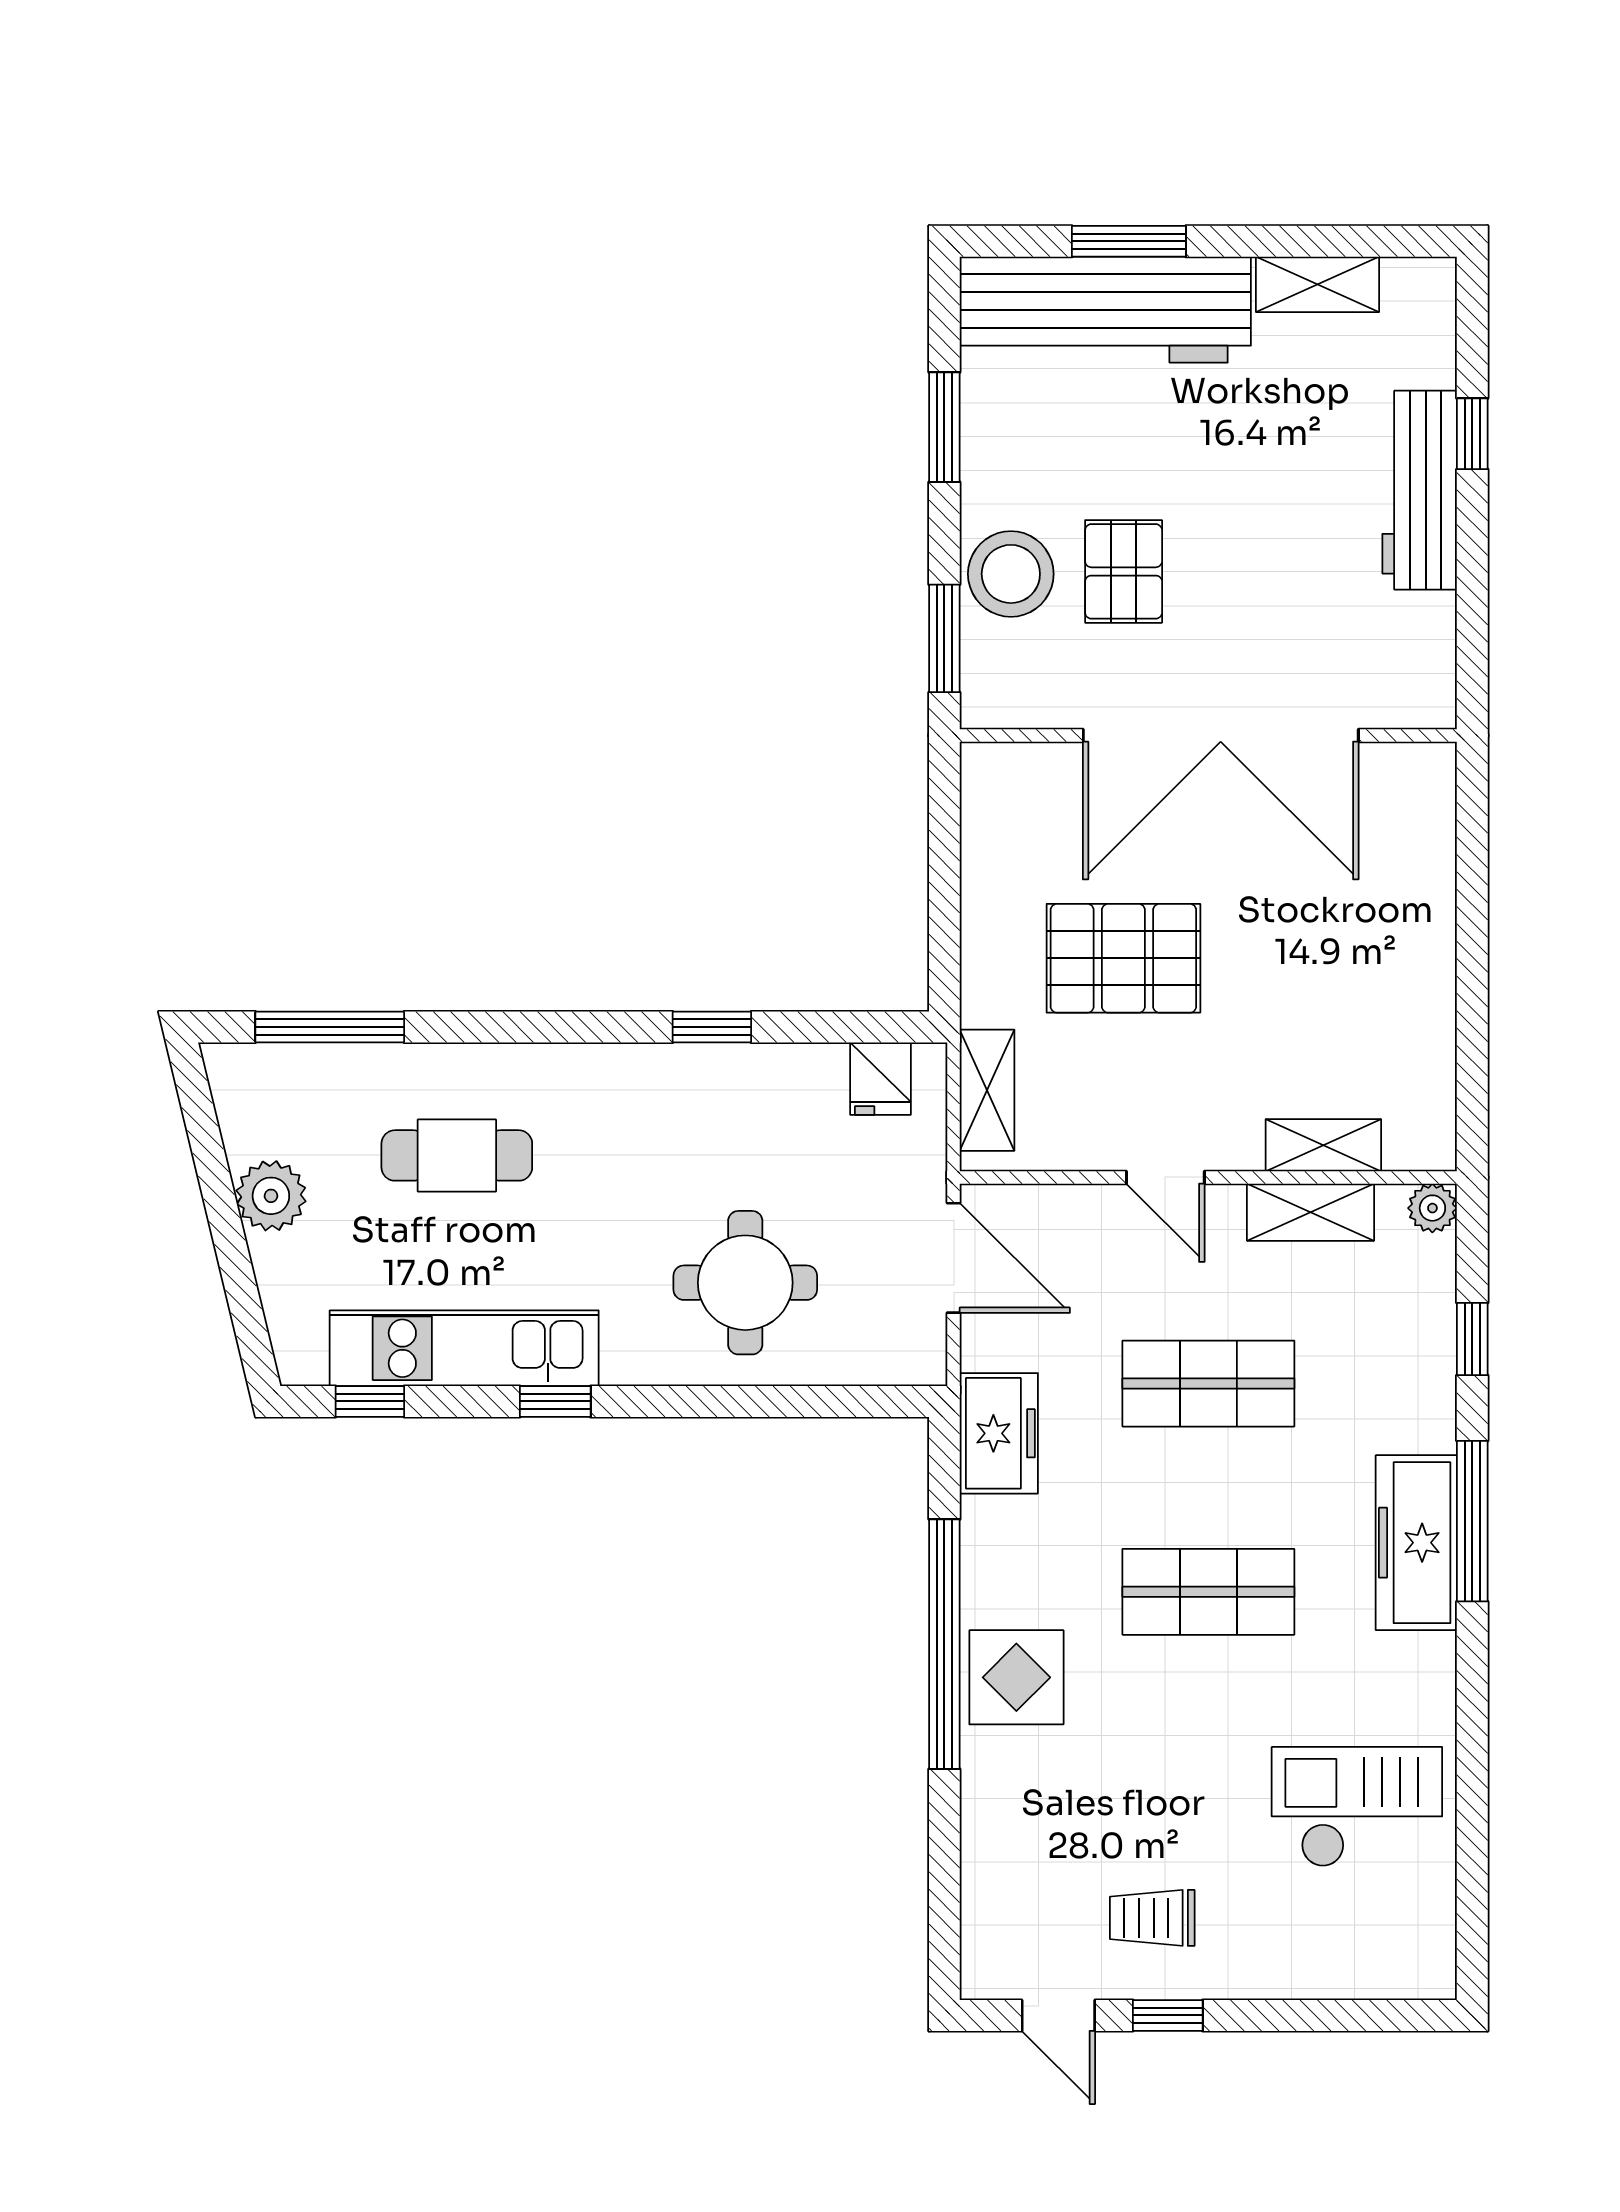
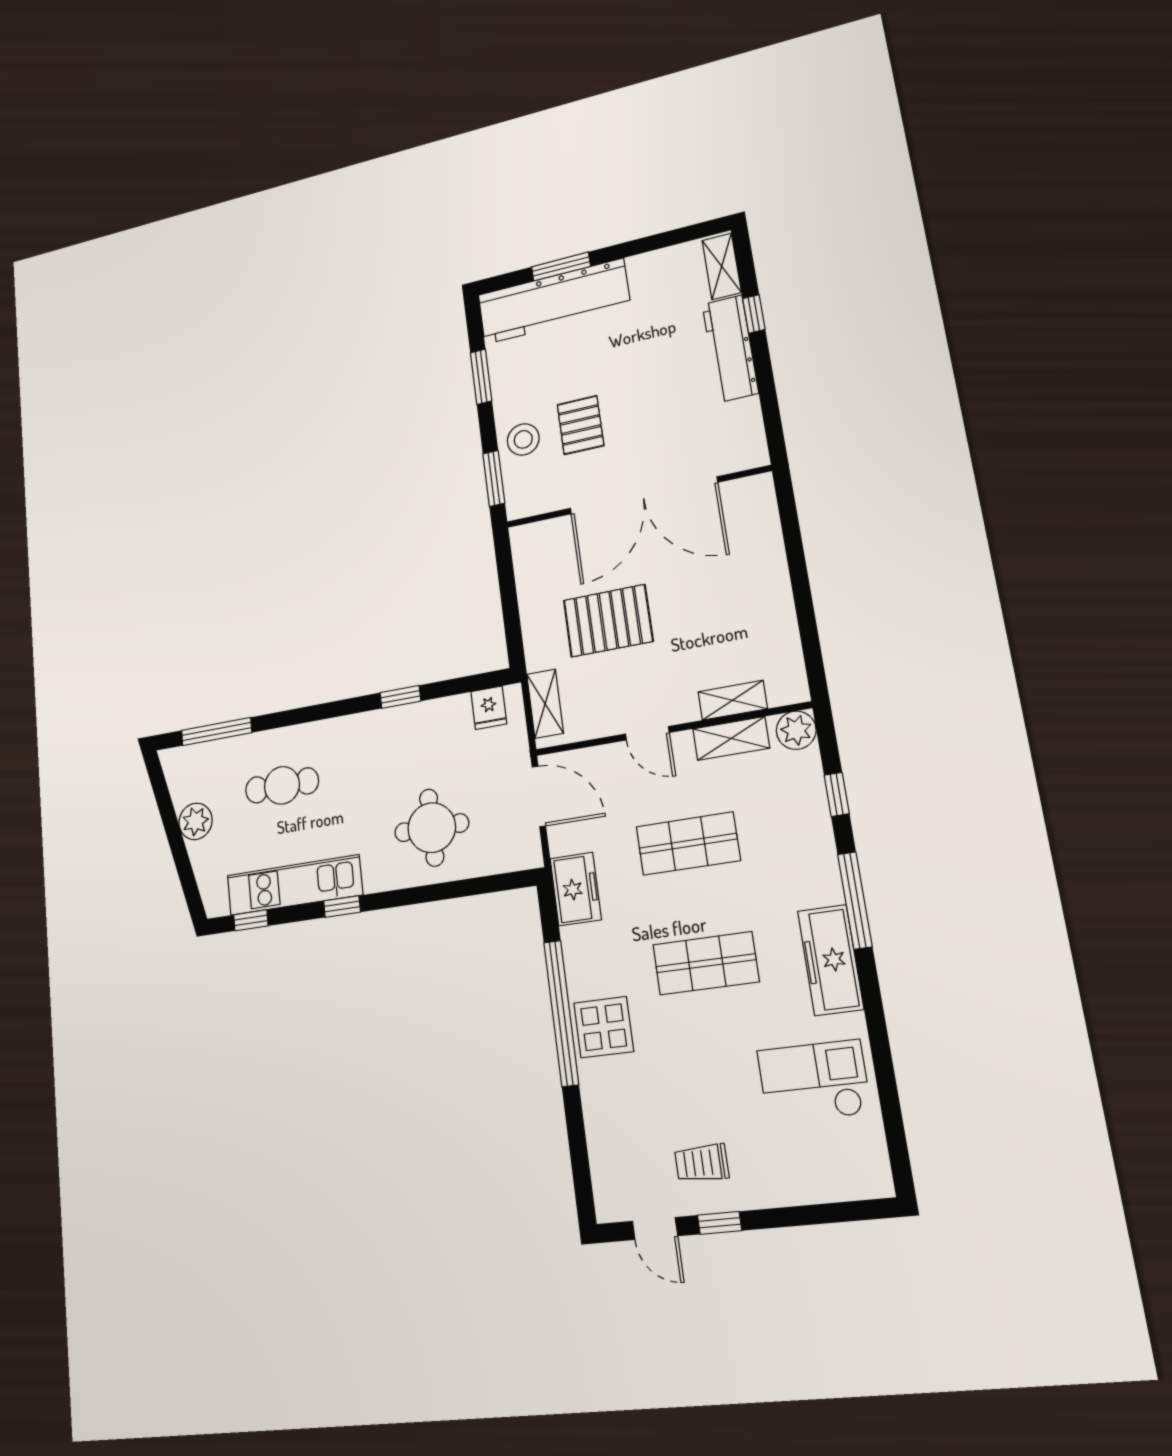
shelving: (1317, 284) -> (722, 266), moved, turned 90
stool: (1011, 574) -> (523, 439), width x0.73, depth x0.73
plant: (1432, 1208) -> (796, 730), width x1.38, depth x1.38
freezer: (1416, 1543) -> (830, 960), moved

